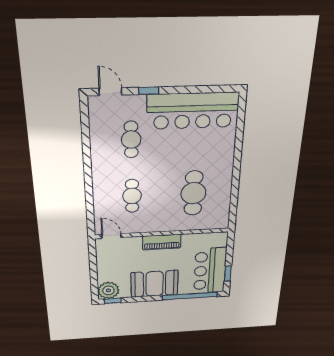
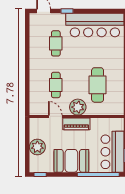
plant: (164, 222) -> (78, 107), added
door: (111, 236) -> (55, 116), moved
plant: (108, 290) -> (37, 147), moved

